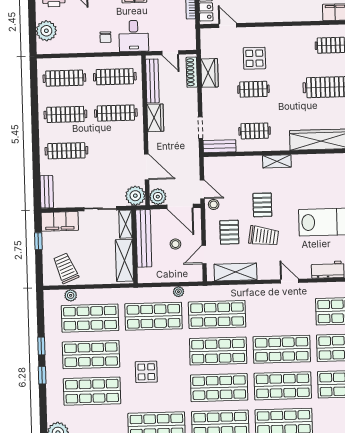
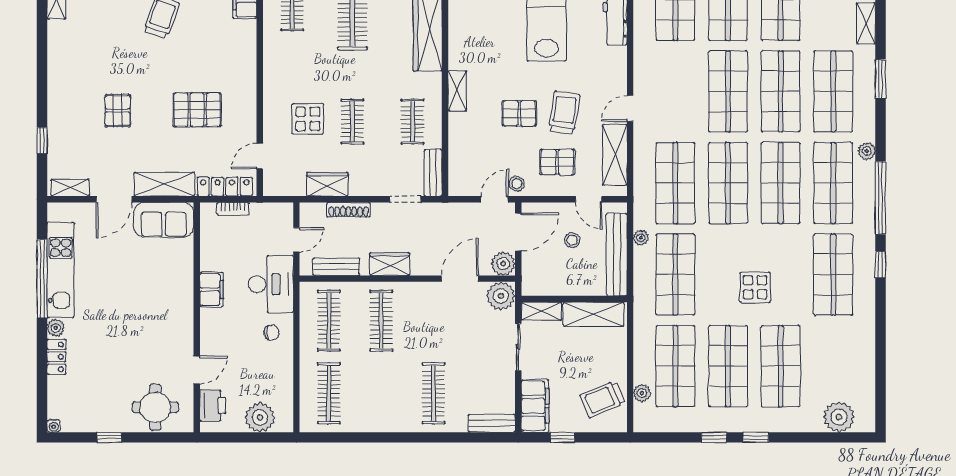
desk: (134, 36) -> (271, 284), width x1.37
shoe rack: (192, 72) -> (349, 210), moved
bench: (152, 81) -> (336, 267), width x0.73
clothes rail: (65, 114) -> (381, 393), removed
bench: (144, 238) -> (617, 255), moved, turned 90
door: (290, 281) -> (630, 108), moved

